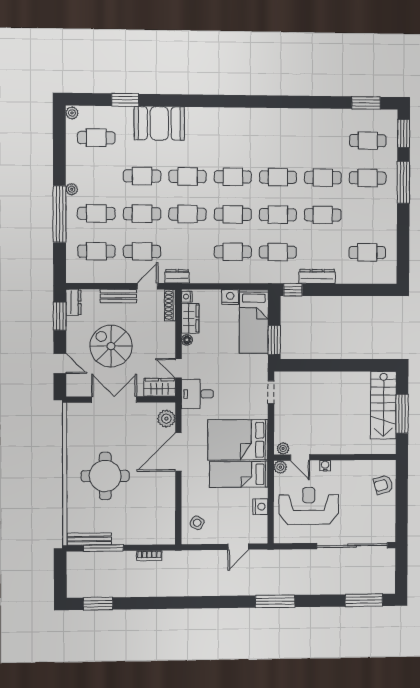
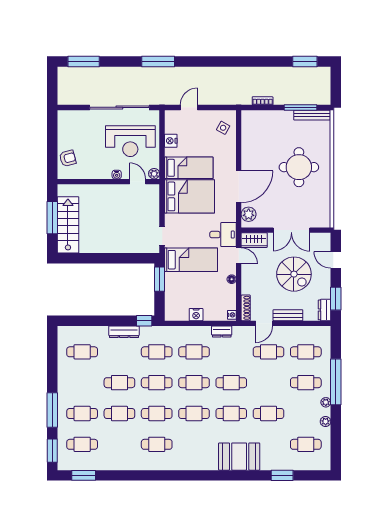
plant: (72, 113) -> (326, 422), moved
booth: (159, 123) -> (239, 457), moved
cafe table: (142, 214) -> (157, 444), moved
dresser: (177, 276) -> (222, 332), moved
wardrobe: (190, 318) -> (229, 297), removed
bed: (254, 322) -> (191, 260), moved, turned 90
plant: (283, 448) -> (152, 189), removed
sliding door: (352, 546) -> (119, 107), moved

